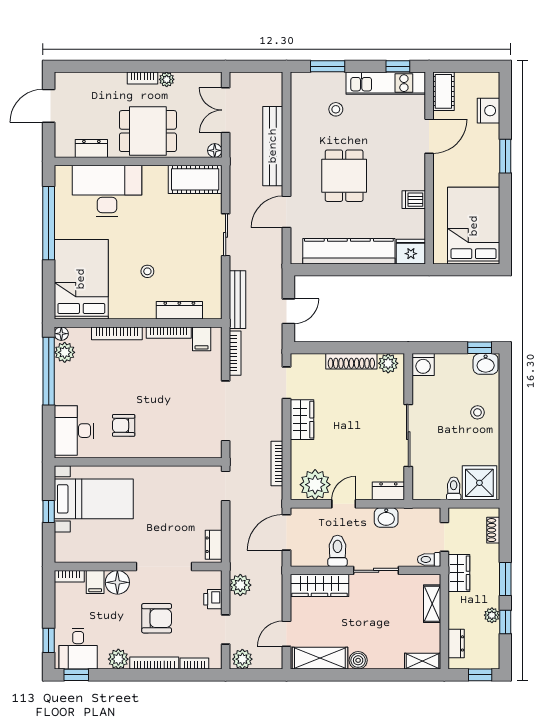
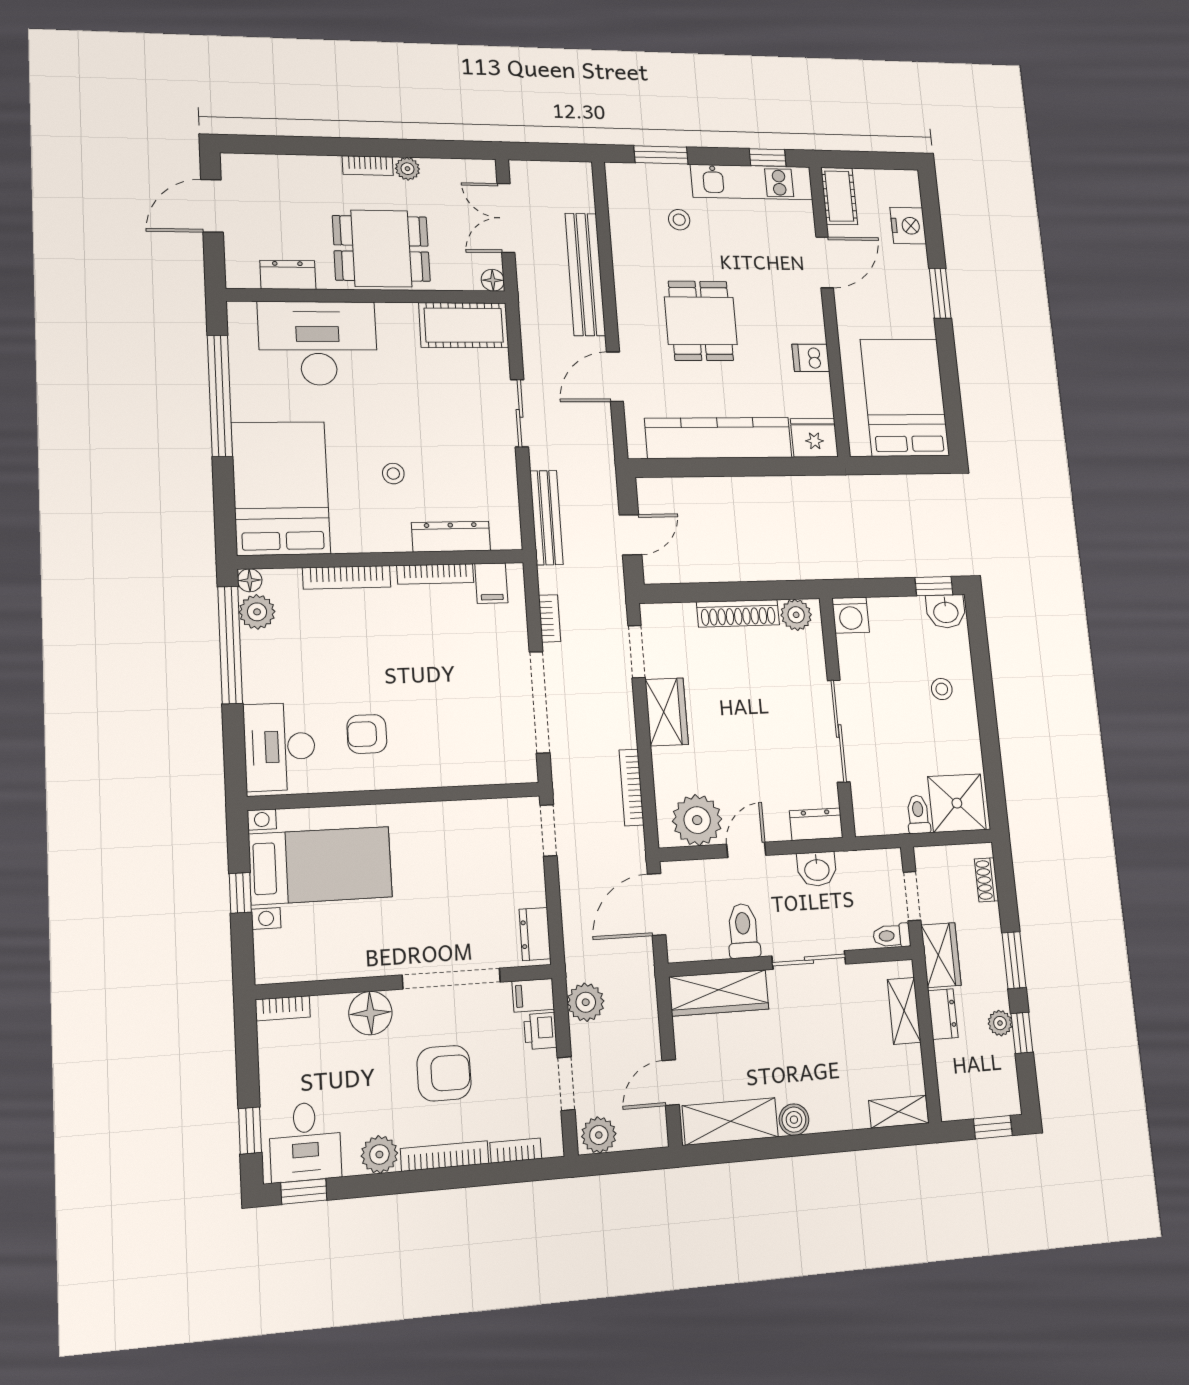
bookcase: (235, 353) -> (550, 618), width x0.64
filing cabinet: (95, 582) -> (533, 995), moved, turned 90
dresser: (456, 643) -> (943, 1014), moved

